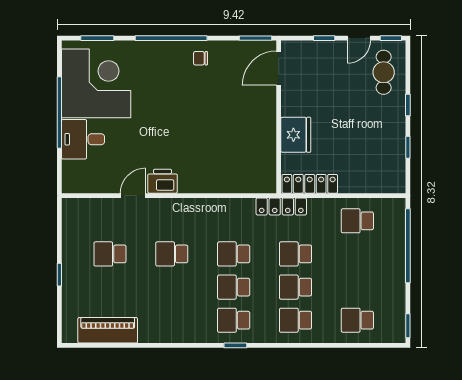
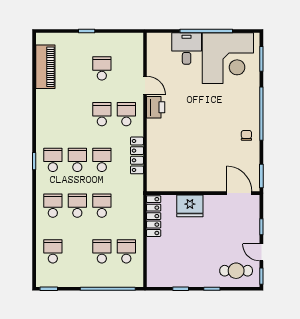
locker: (281, 206) -> (137, 155), moved
school desk: (172, 221) -> (126, 114), added
school desk: (357, 254) -> (102, 251), added

